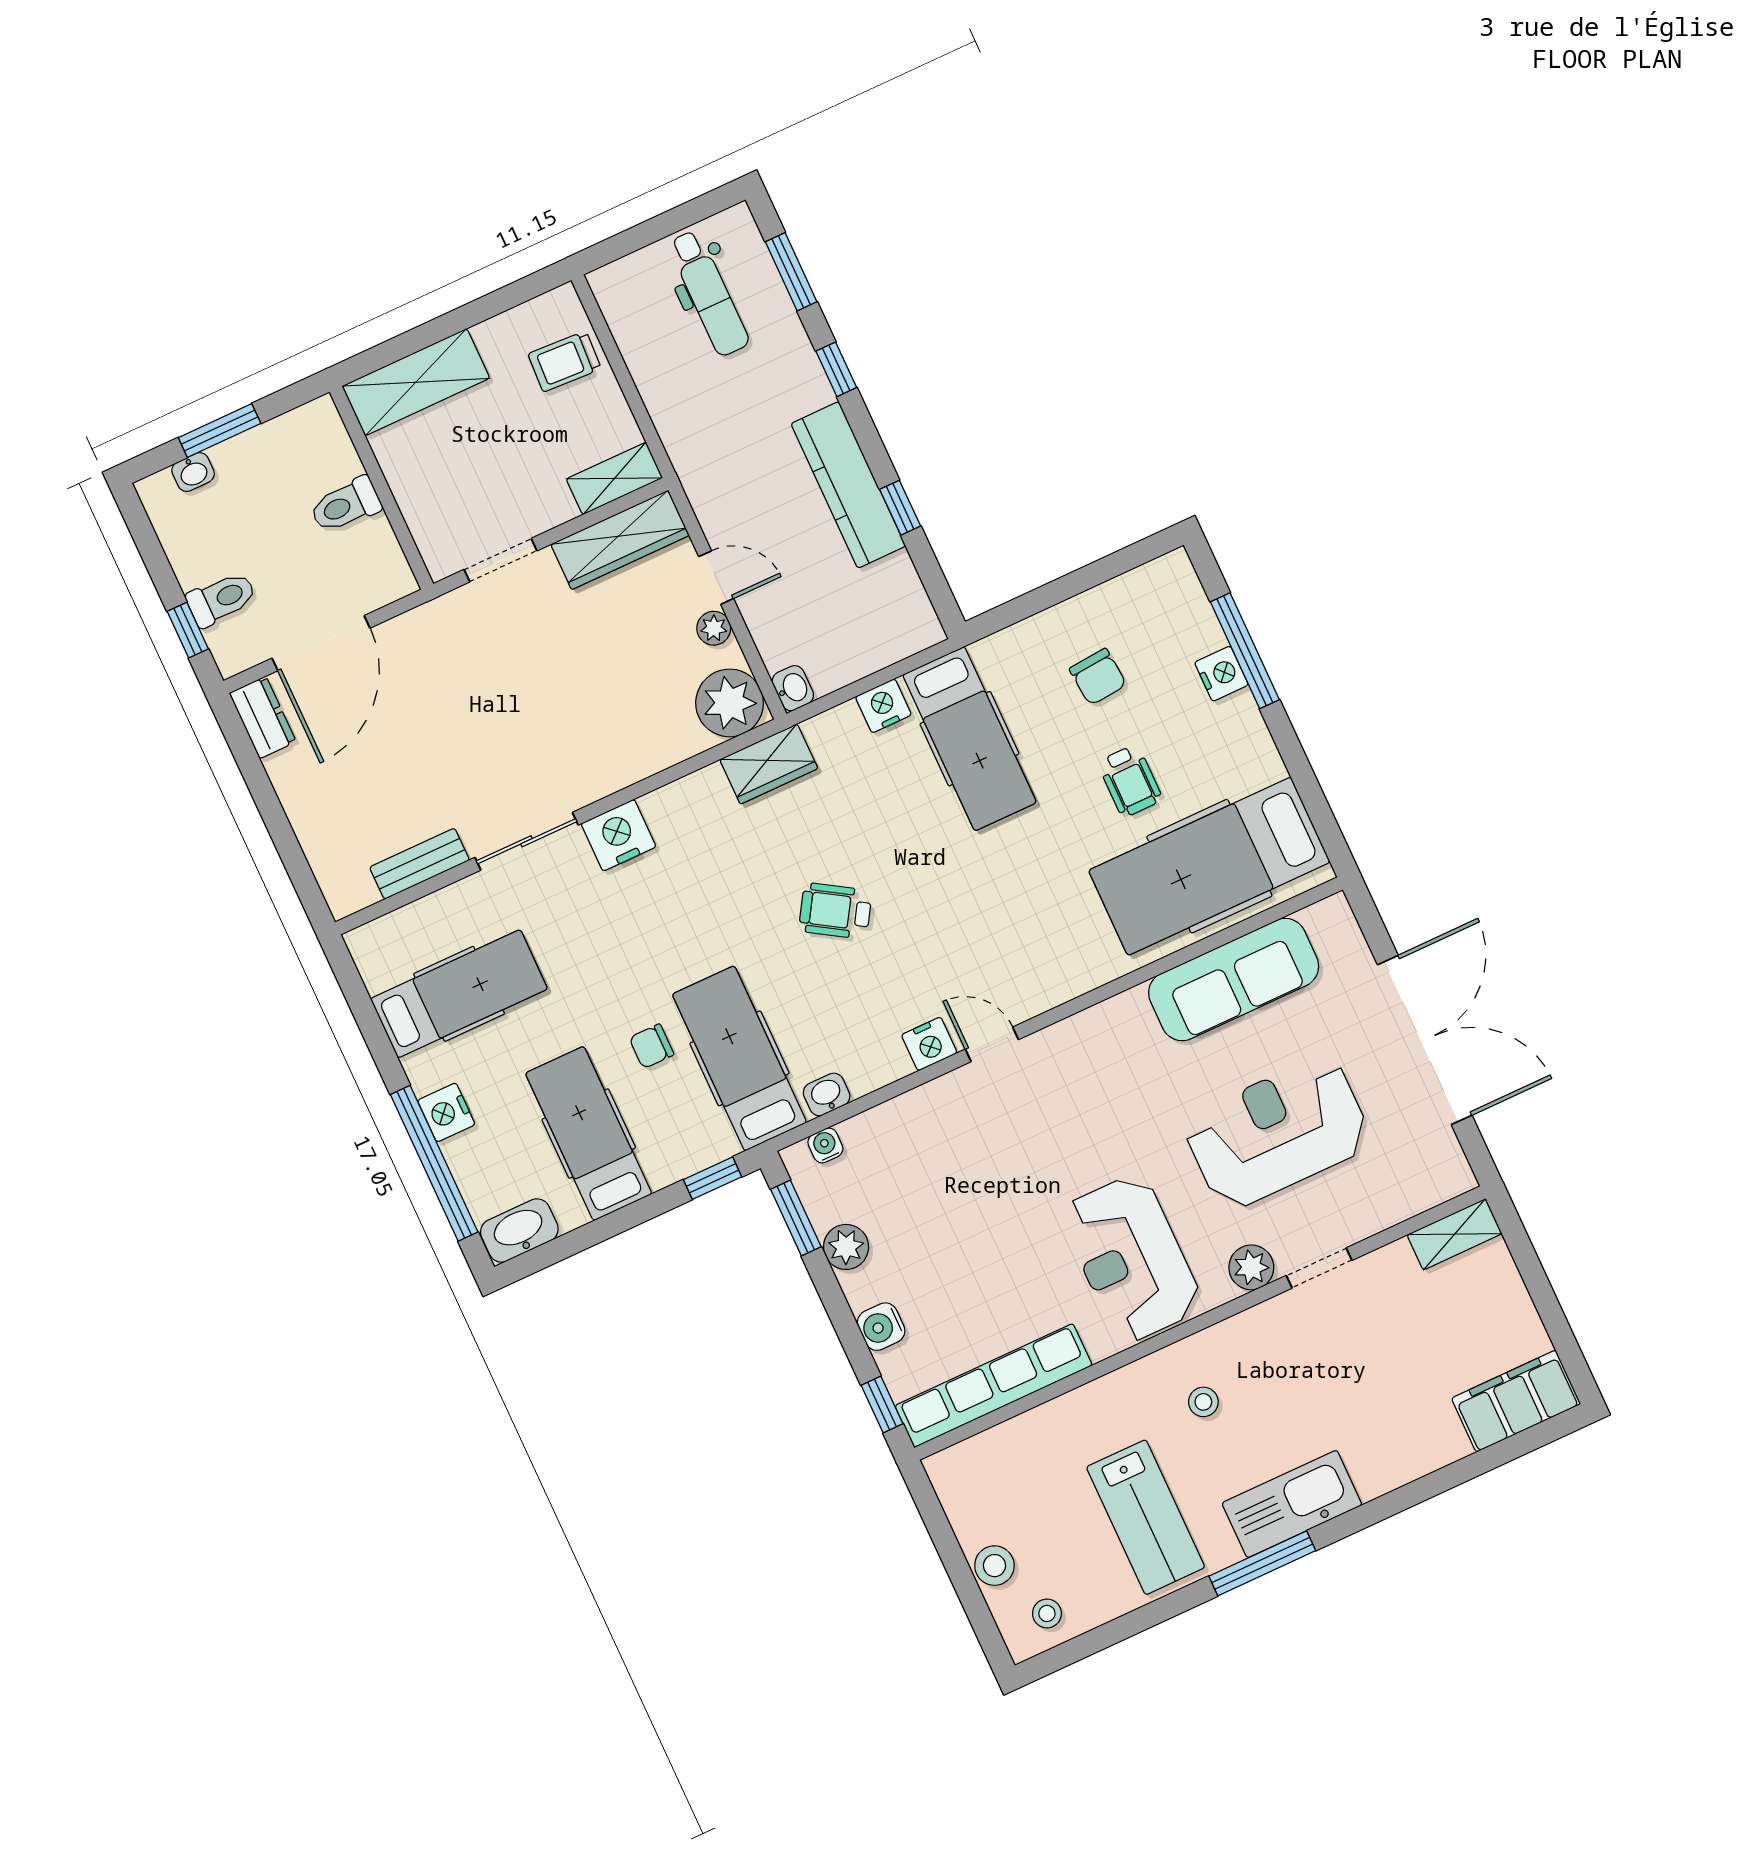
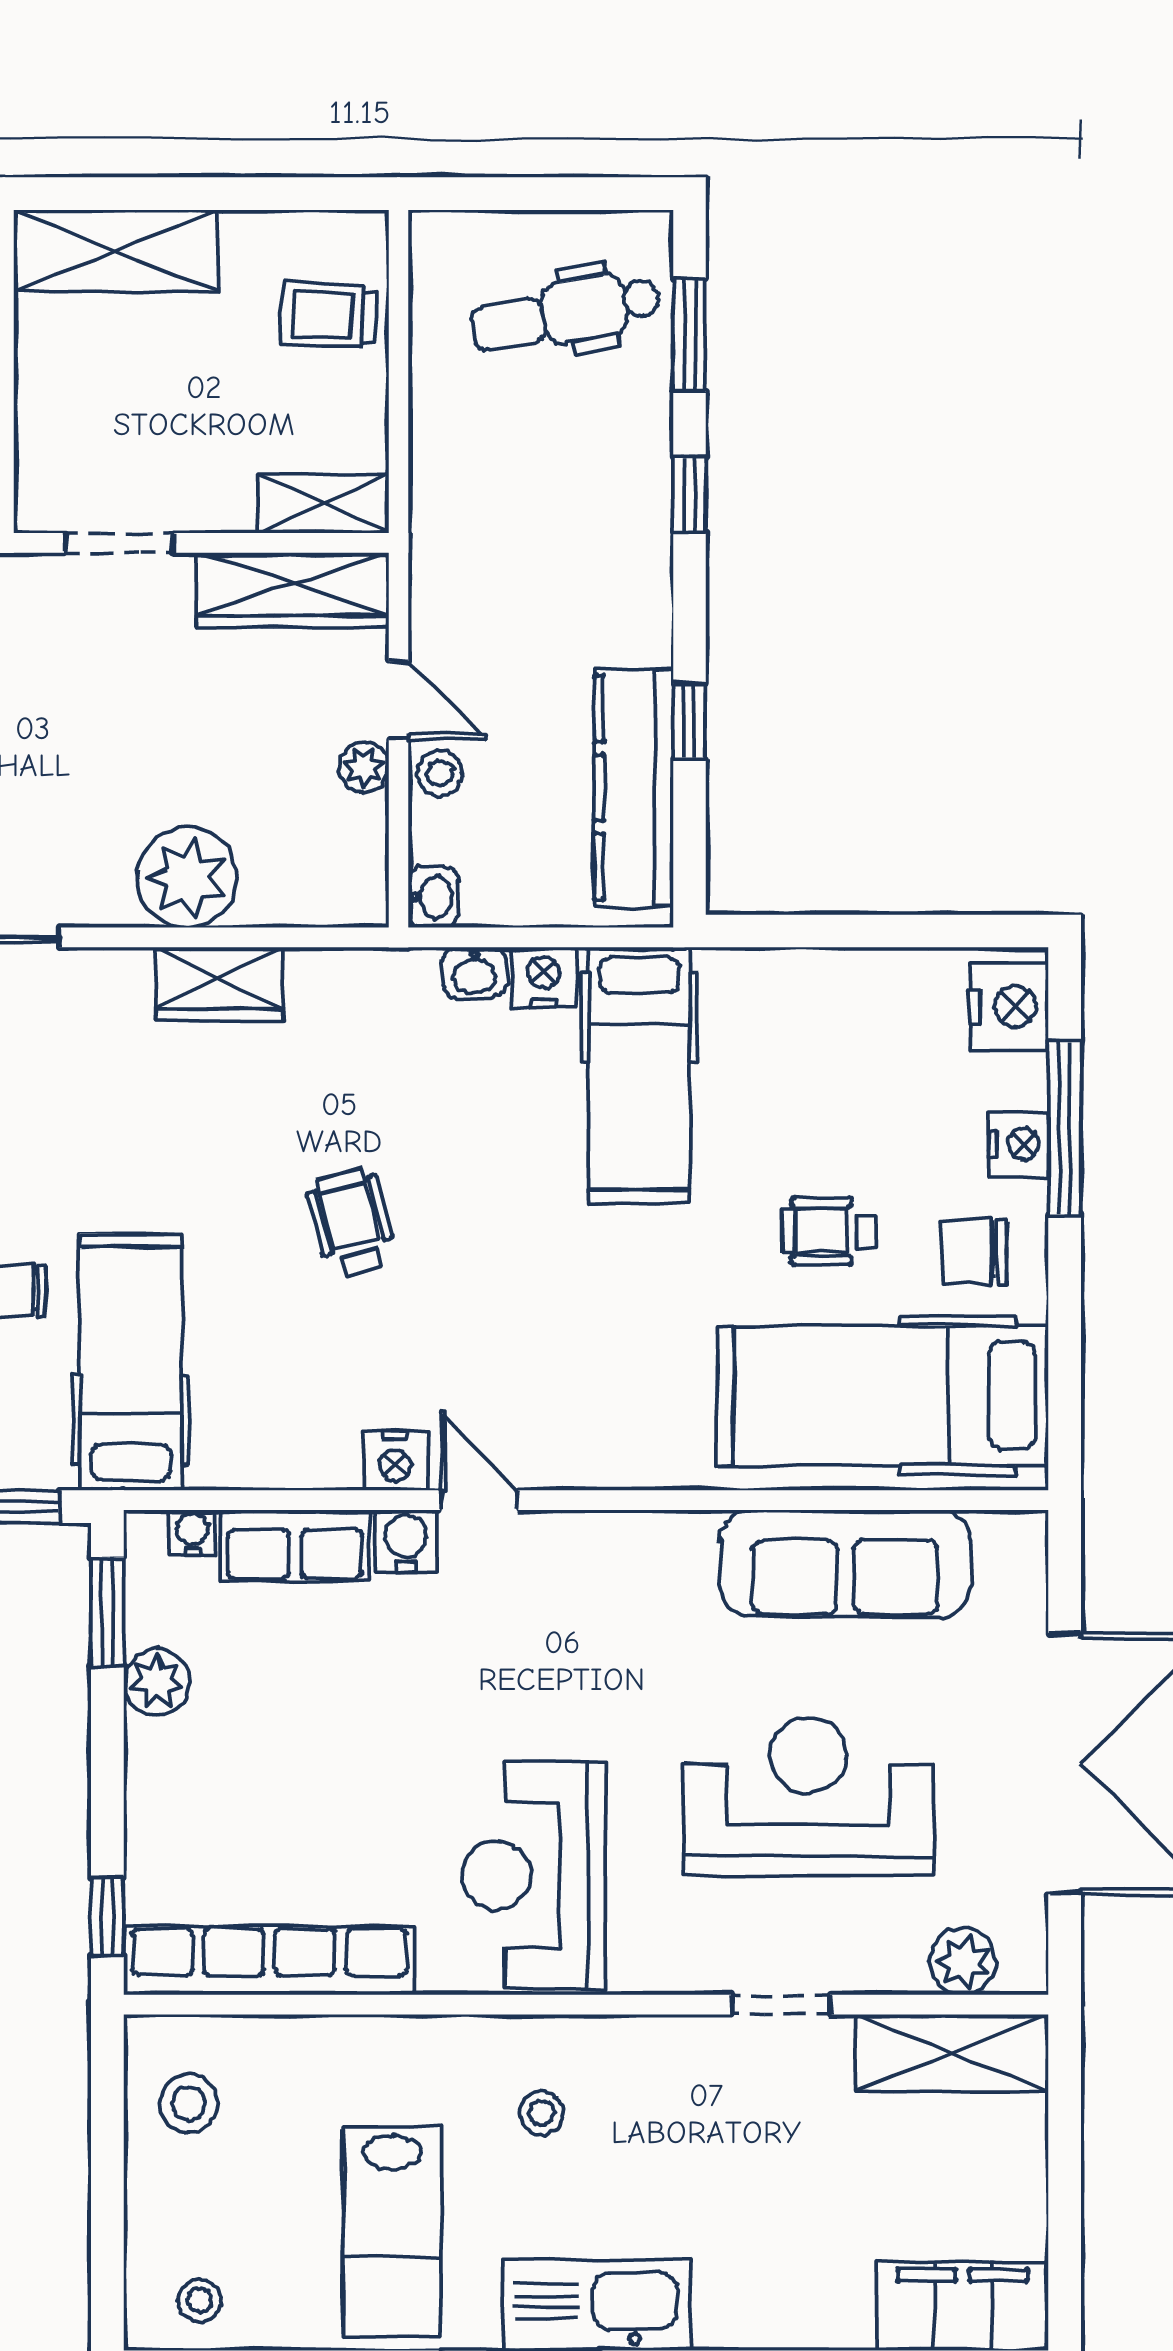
dental chair: (709, 293) -> (565, 313), turned 79
kitchen counter: (848, 485) -> (634, 788), moved
stool: (762, 610) -> (440, 773), added
chair: (1098, 677) -> (975, 1253), moved, turned 95
plant: (730, 703) -> (187, 878), moved
wardrobe: (769, 764) -> (219, 984), moved
wheelchair: (1130, 781) -> (829, 1231), turned 90
nightstand: (618, 835) -> (1009, 1007), moved, turned 90
wheelchair: (835, 911) -> (352, 1223), turned 43
washbasin: (827, 1094) -> (474, 973), moved, turned 180
row of seats: (892, 1124) -> (295, 1546), added
shelving: (1454, 1234) -> (952, 2053), width x1.50, depth x1.33
plant: (1251, 1267) -> (963, 1962), moved
water cooler: (881, 1327) -> (406, 1541), moved, turned 90
stool: (994, 1566) -> (189, 2103), moved

